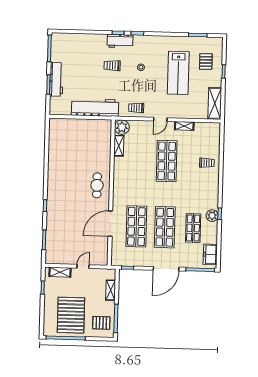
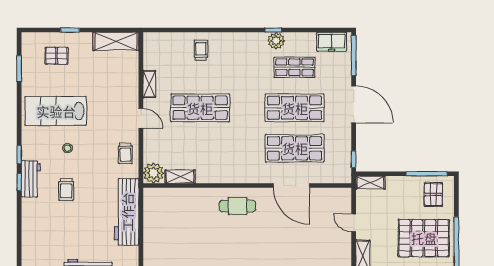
lab bench: (178, 73) -> (56, 111), moved, turned 180
shelving: (111, 290) -> (370, 183), moved

